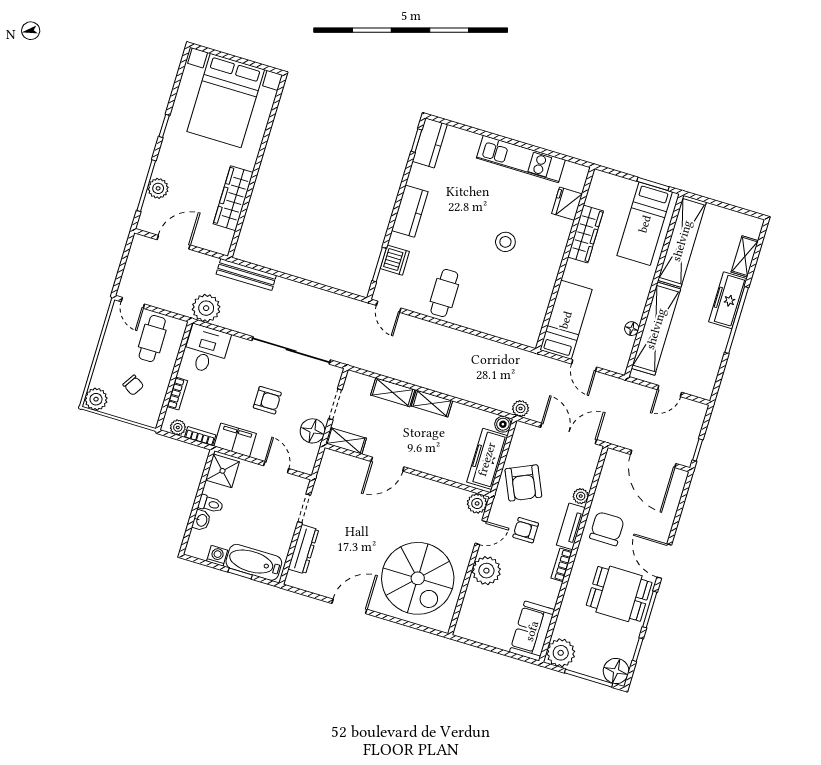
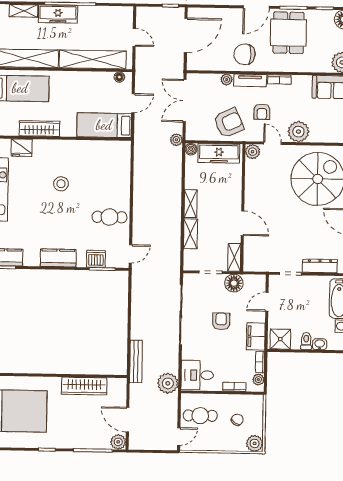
plant: (158, 188) -> (118, 442), moved
floor lamp: (632, 329) -> (119, 77), moved

